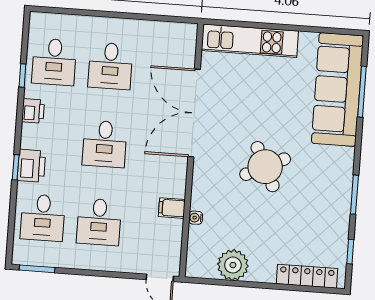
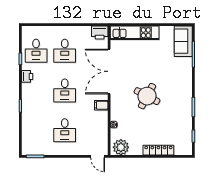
sofa: (337, 89) -> (183, 41), width x0.54, depth x0.79
printer: (31, 166) -> (100, 33), moved, turned 90
round table: (265, 167) -> (147, 96), turned -36
filing cabinet: (172, 208) -> (101, 105), moved
desk: (43, 218) -> (36, 130), removed
plant: (233, 265) -> (121, 147), moved
locker: (307, 276) -> (158, 150), moved

